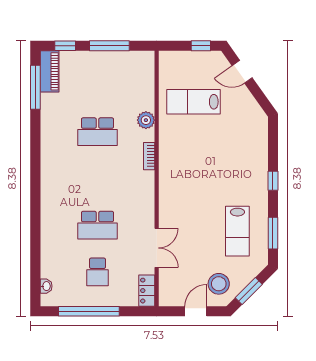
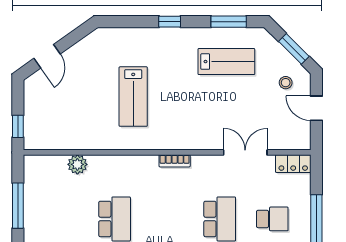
window: (201, 46) -> (18, 126), moved
lab bench: (194, 102) -> (133, 97), moved
plant: (146, 120) -> (77, 164), moved
bookcase: (149, 156) -> (175, 161), moved
stool: (219, 284) -> (286, 83), width x0.53, depth x0.53

